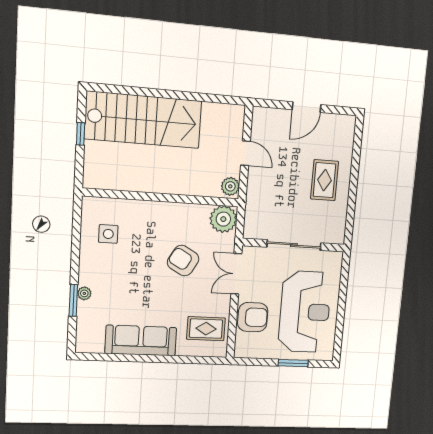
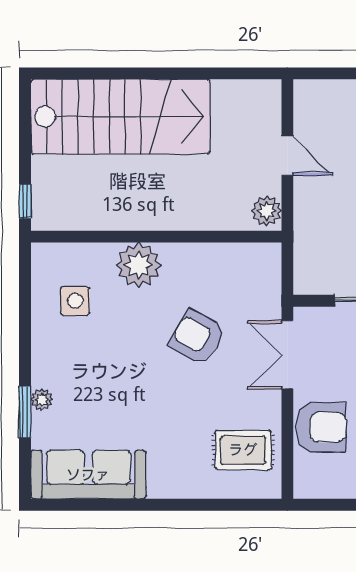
window: (81, 134) -> (25, 201), moved
plant: (223, 219) -> (139, 265), moved
sofa: (141, 341) -> (88, 475), moved

